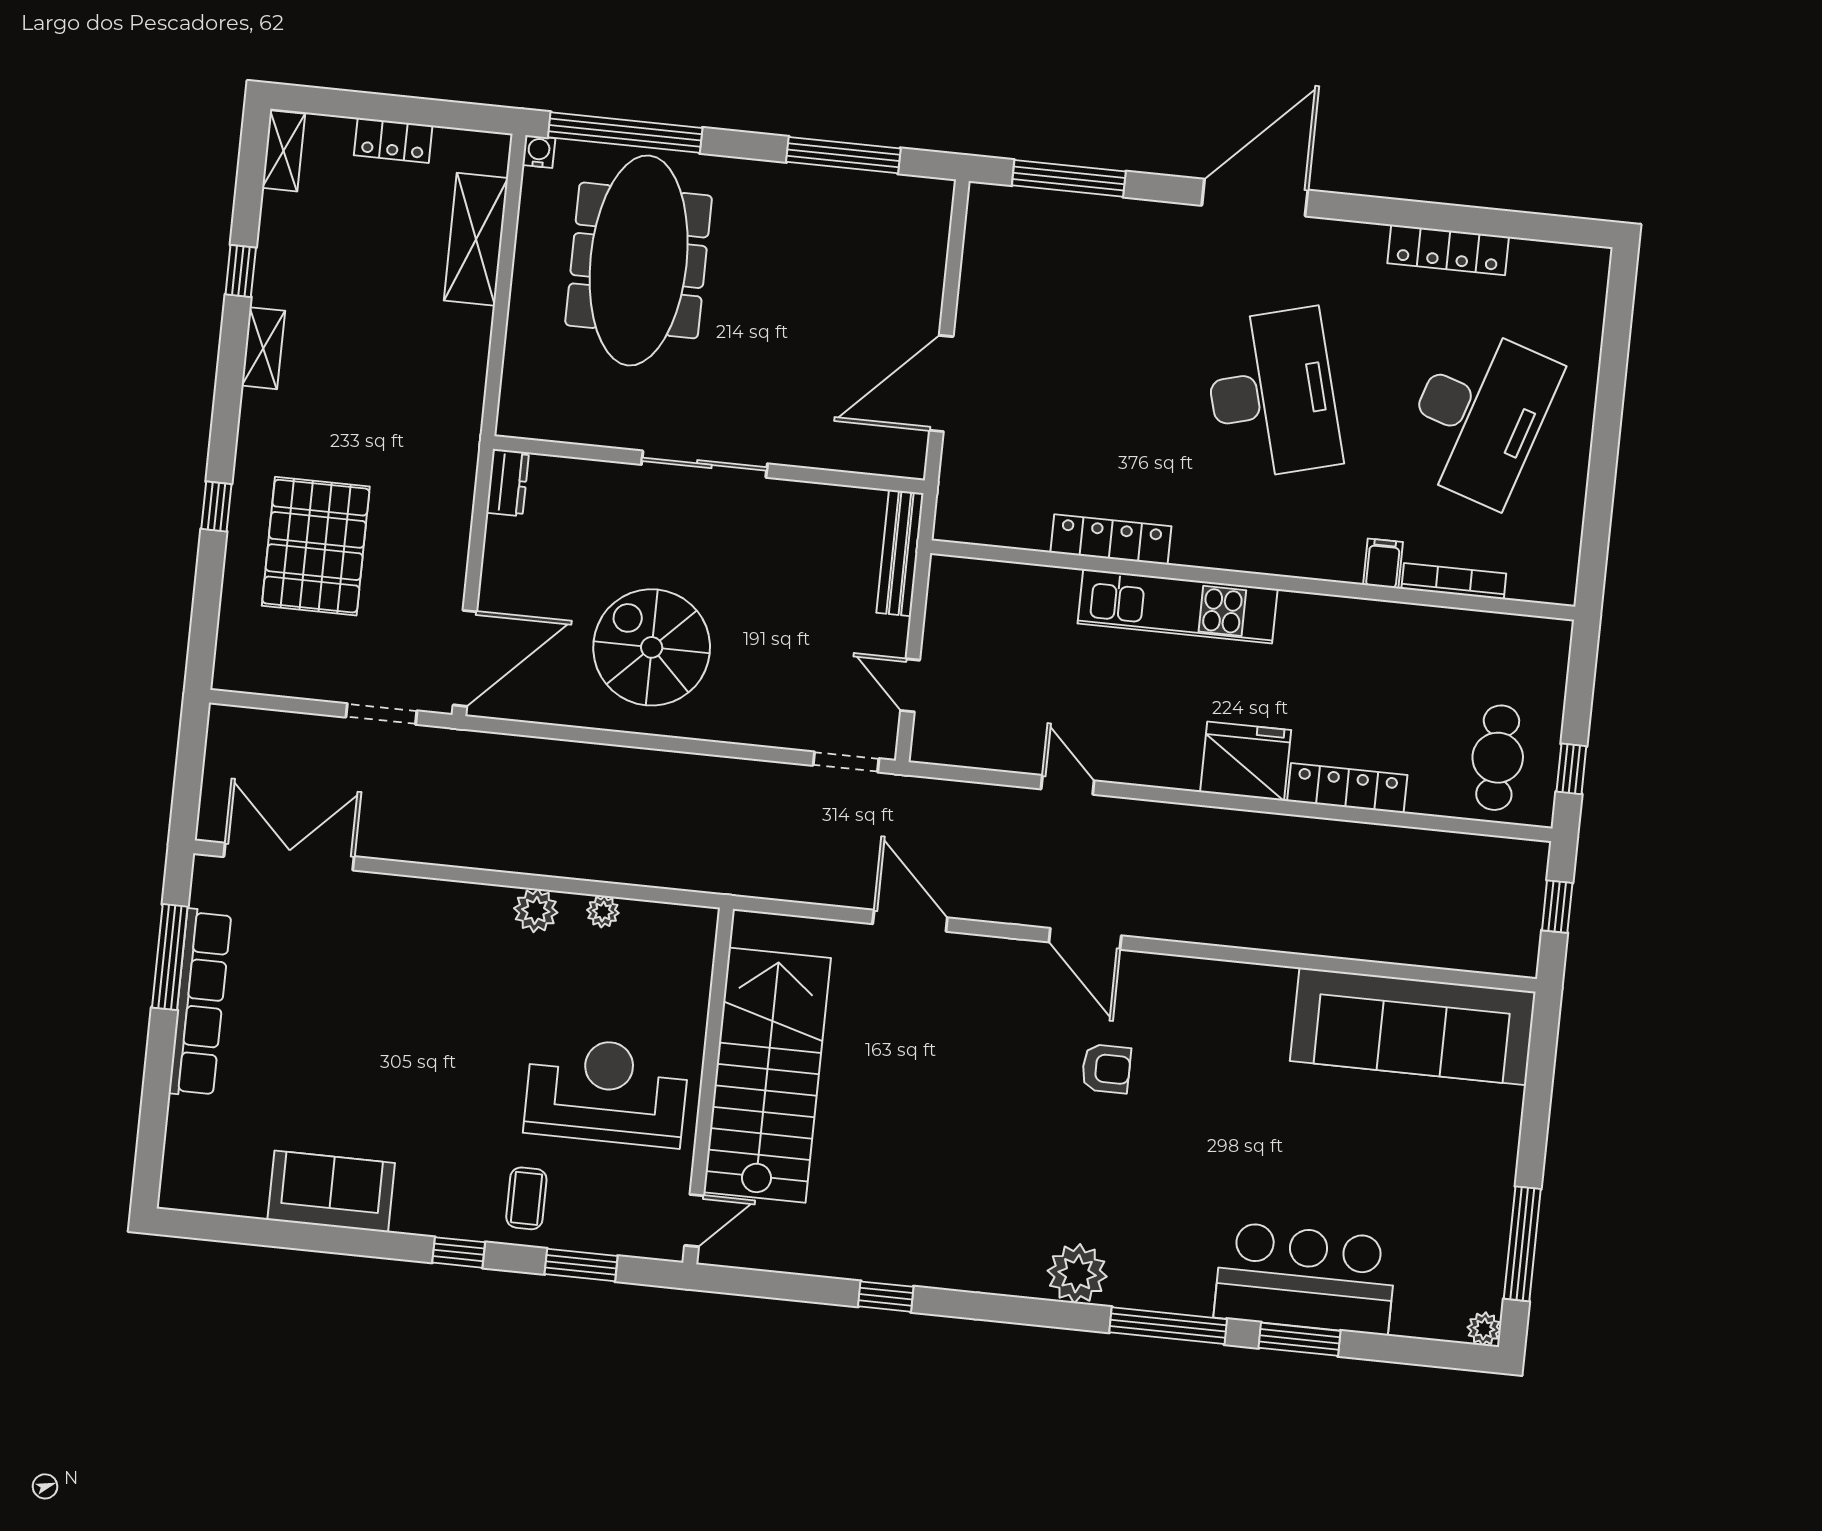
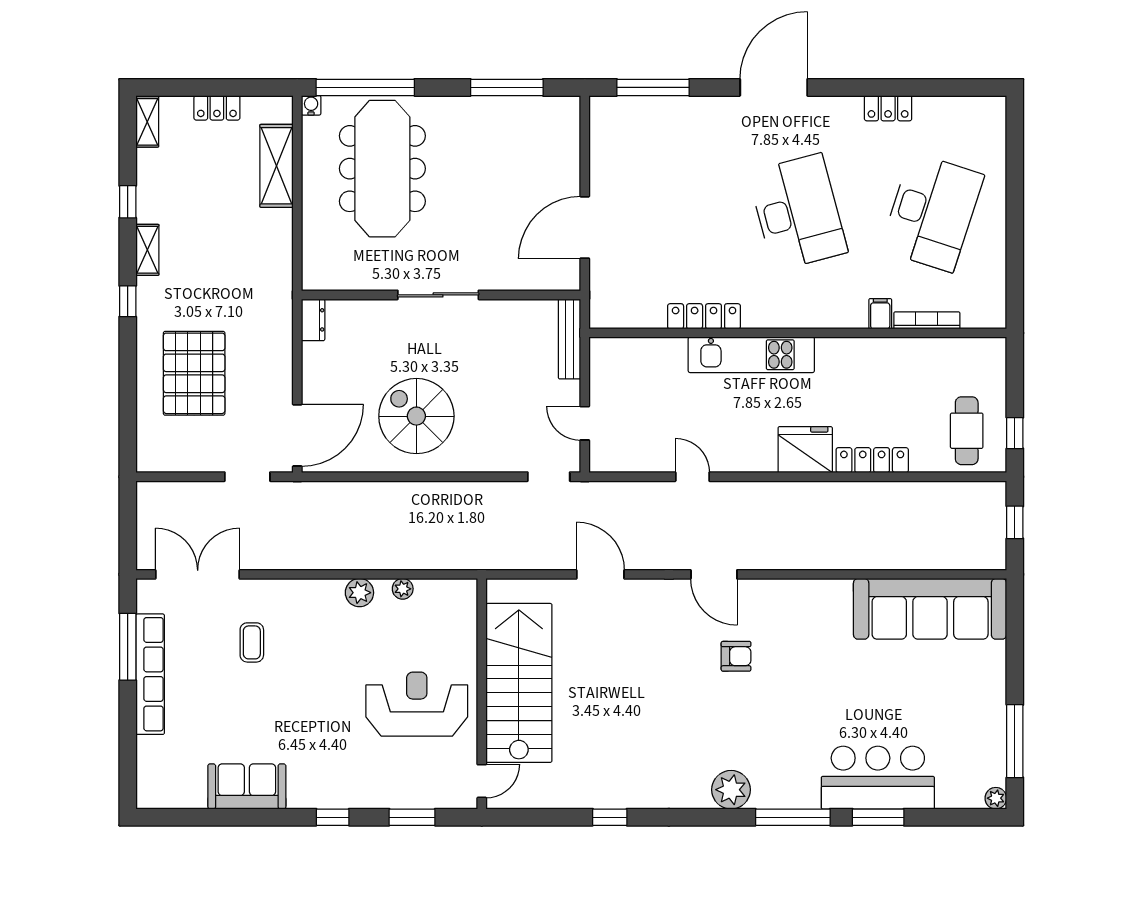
locker: (1448, 250) -> (888, 108), width x0.66
window: (216, 507) -> (128, 301), moved
coffee table: (526, 1198) -> (252, 642), moved

